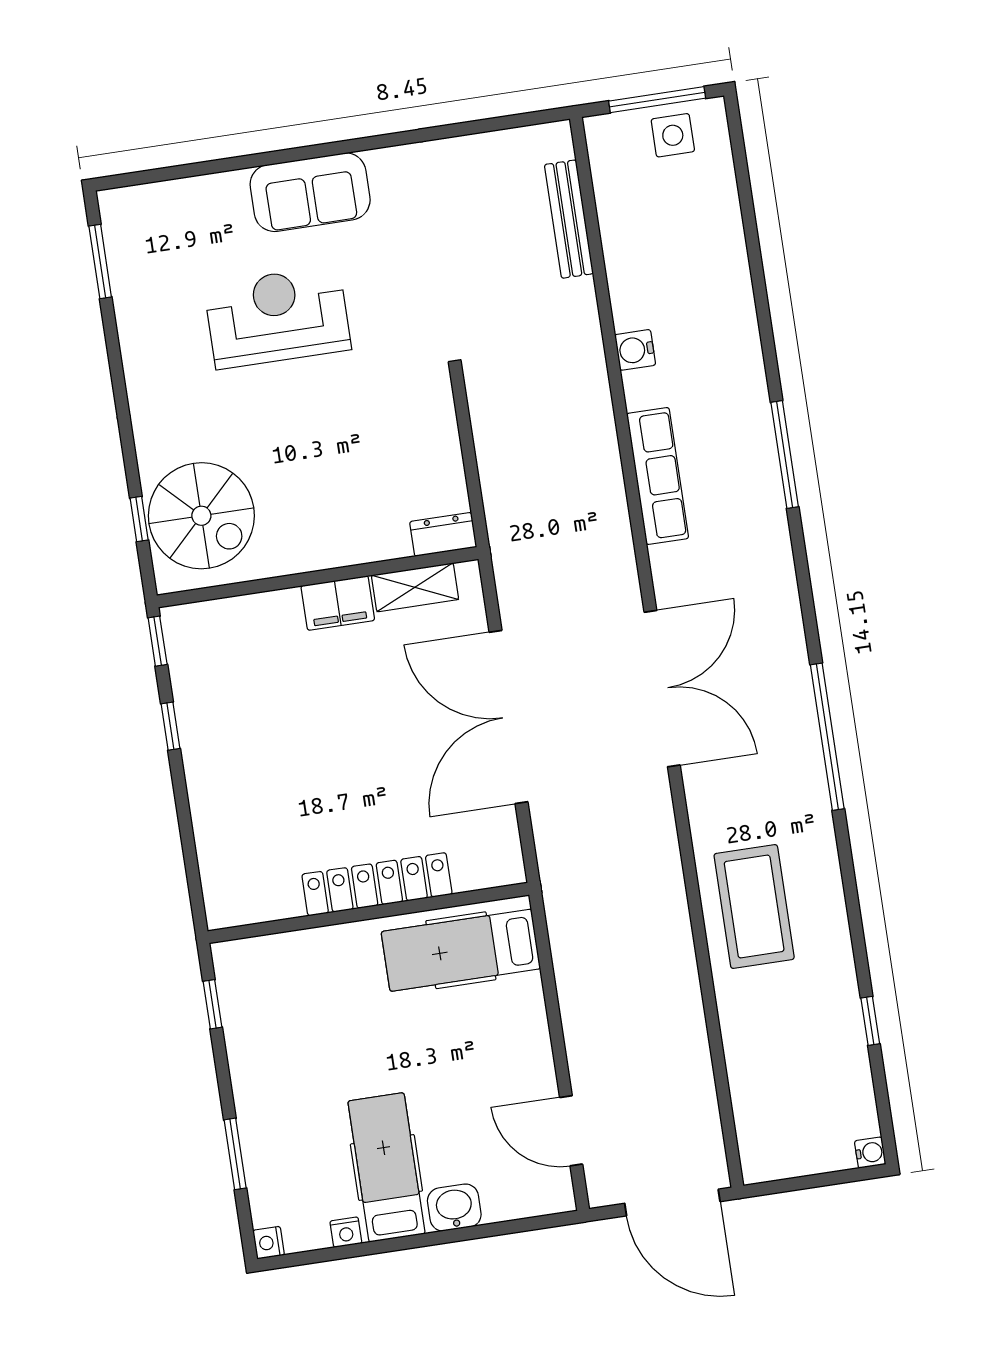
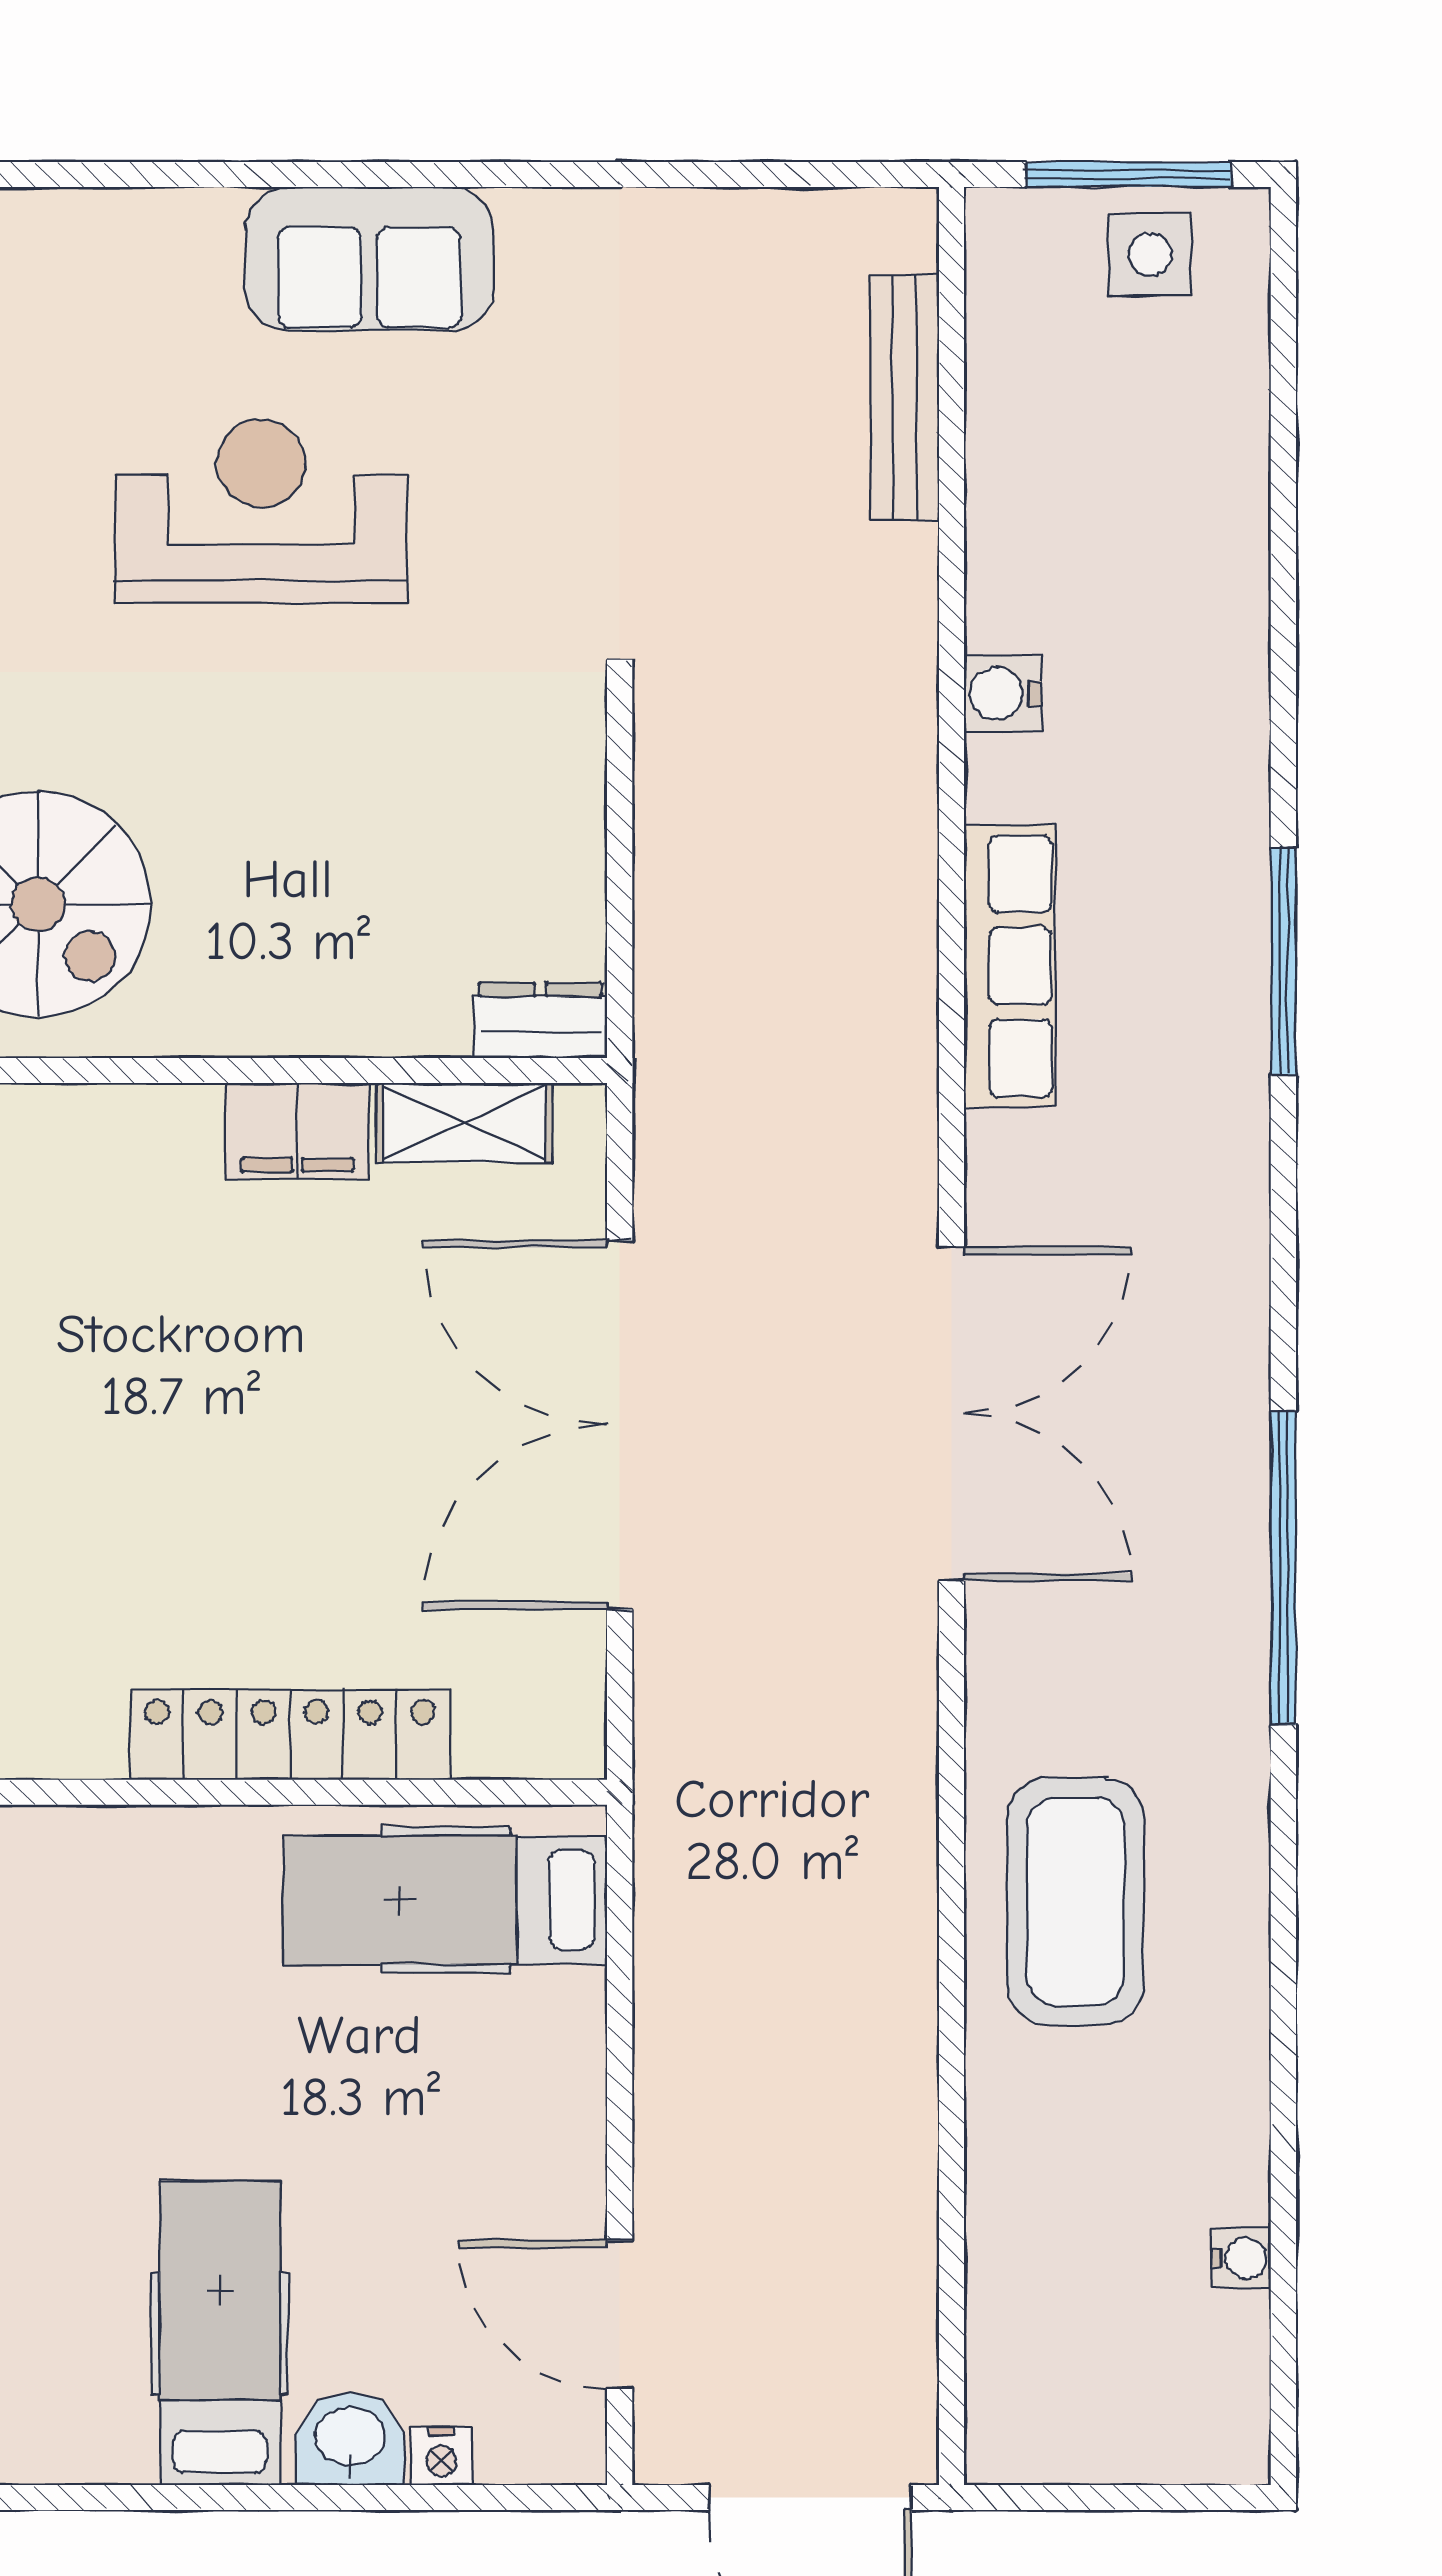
window: (870, 1021) -> (1283, 2179), removed
water cooler: (870, 1153) -> (1241, 2258), moved
nightstand: (346, 1232) -> (441, 2456), moved

